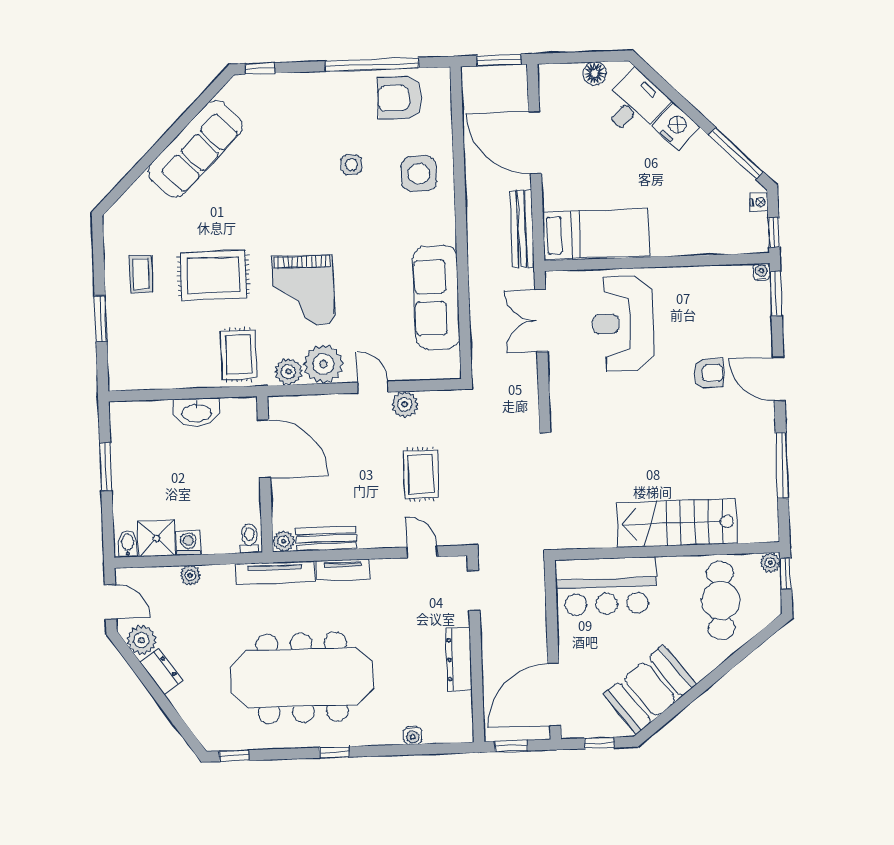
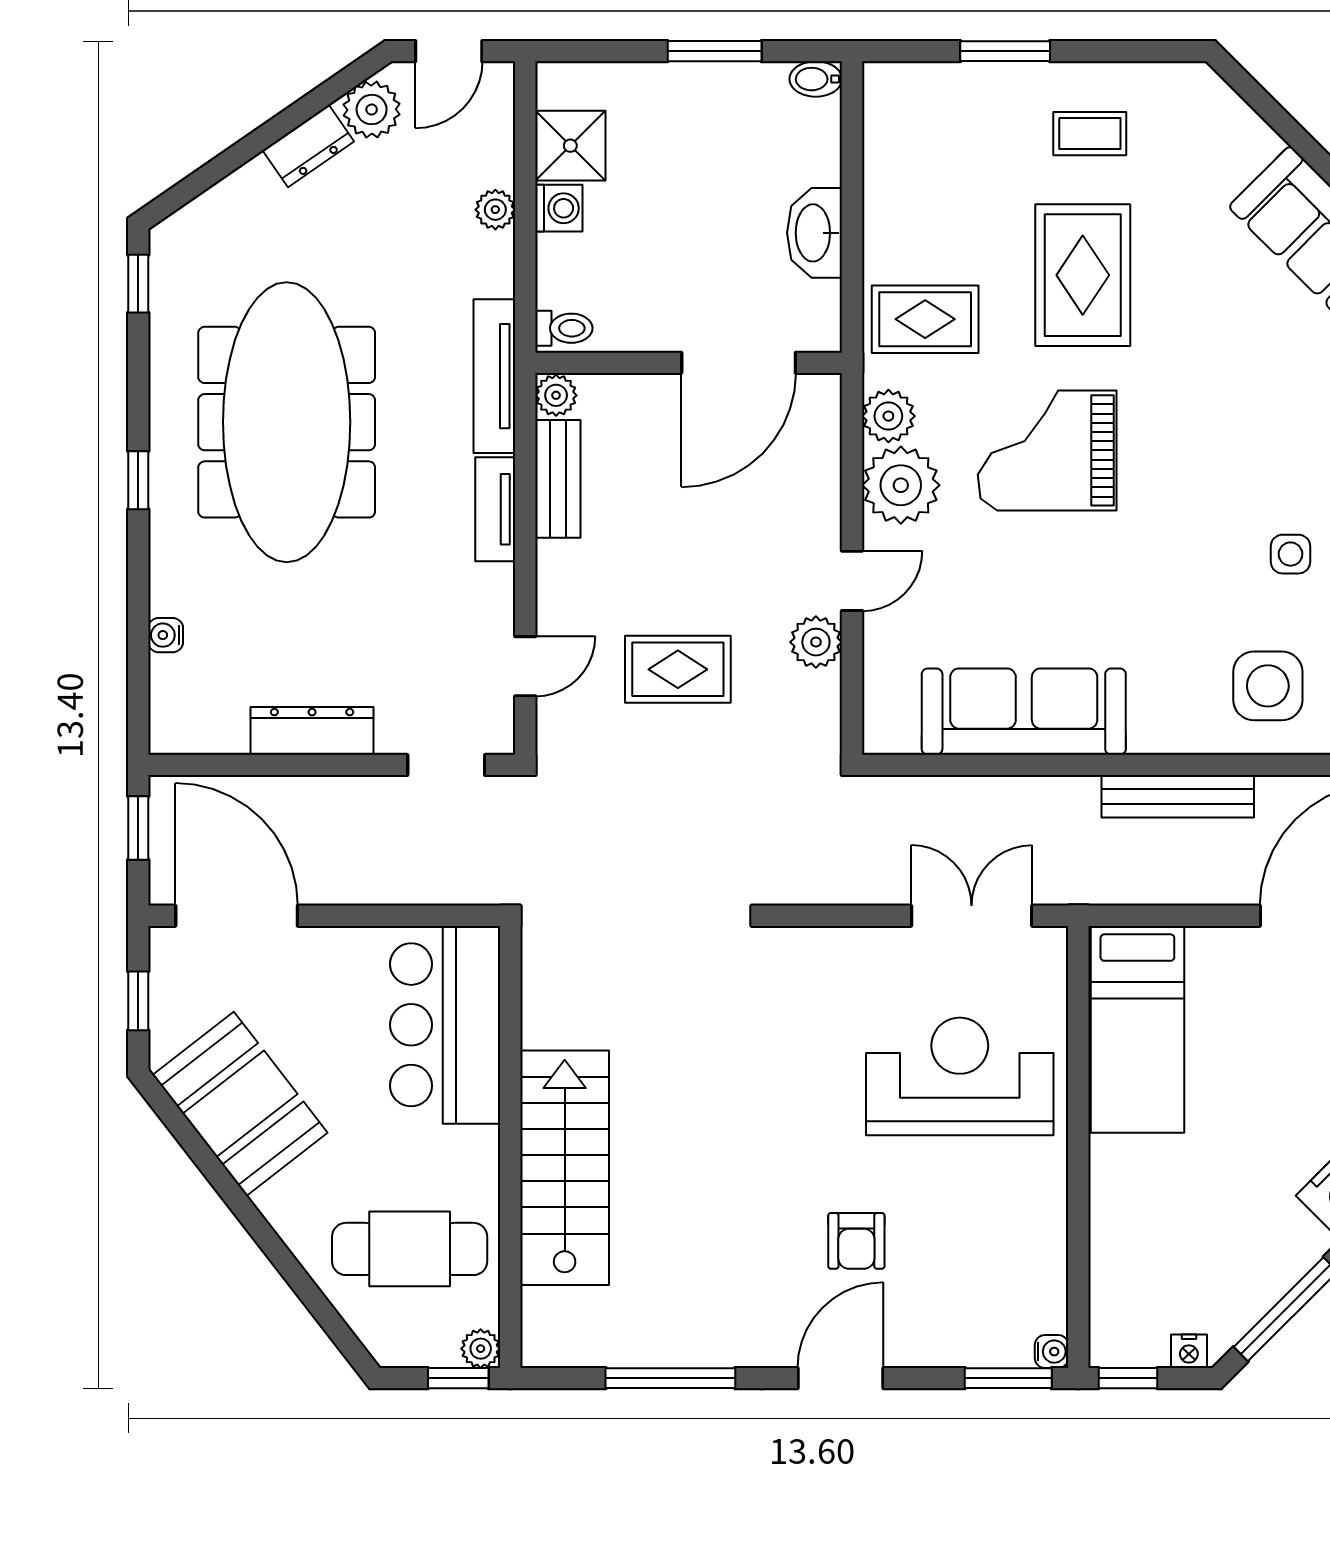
bench: (522, 229) -> (1178, 796), moved
bidet: (128, 544) -> (816, 79), moved, turned 180

